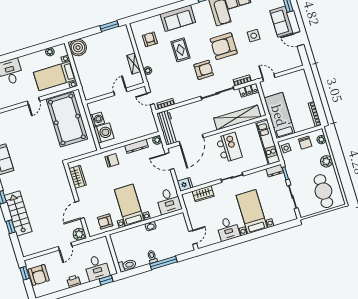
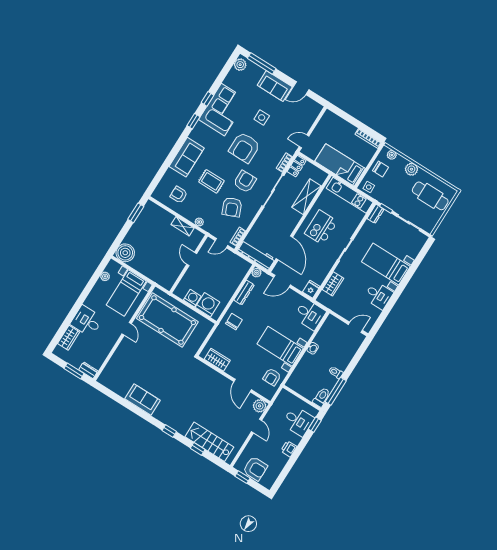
armchair: (179, 80) -> (232, 207), added
shelving: (237, 117) -> (307, 197), width x0.68
kitchen island: (229, 147) -> (321, 227), turned -90
stairs: (18, 214) -> (209, 442), moved
door: (193, 237) -> (355, 327), hinge flipped
window: (164, 263) -> (336, 391), moved

